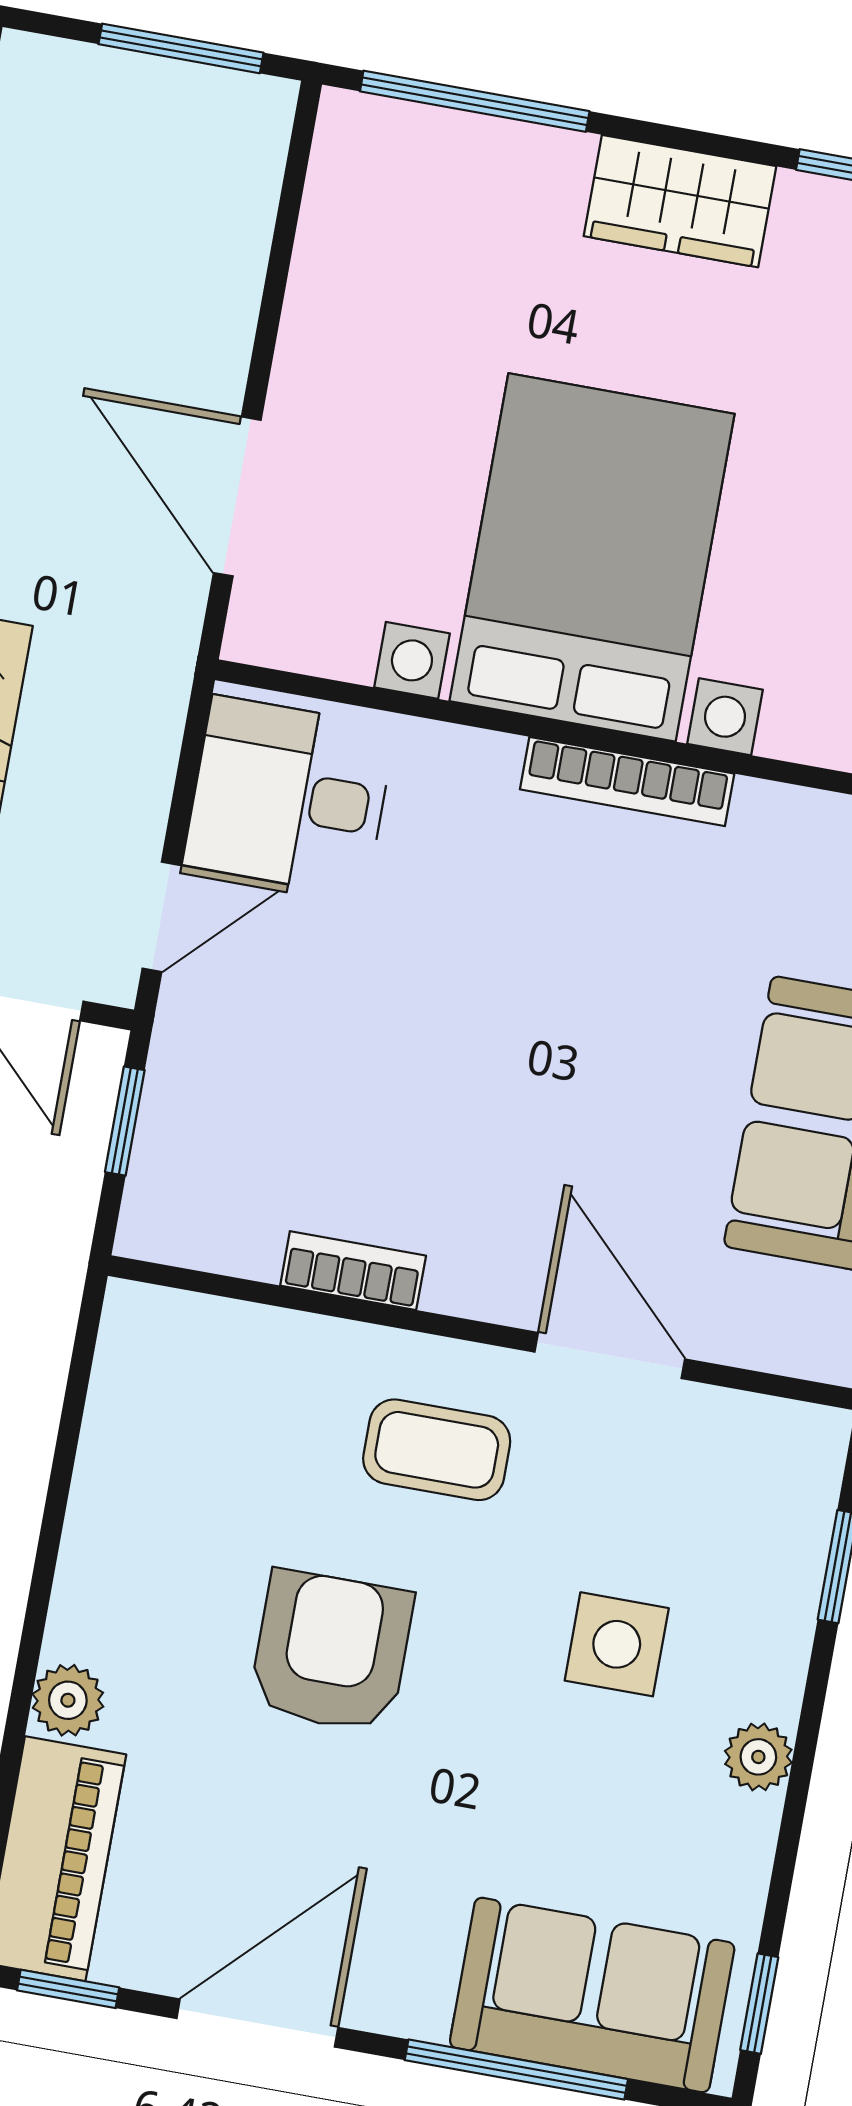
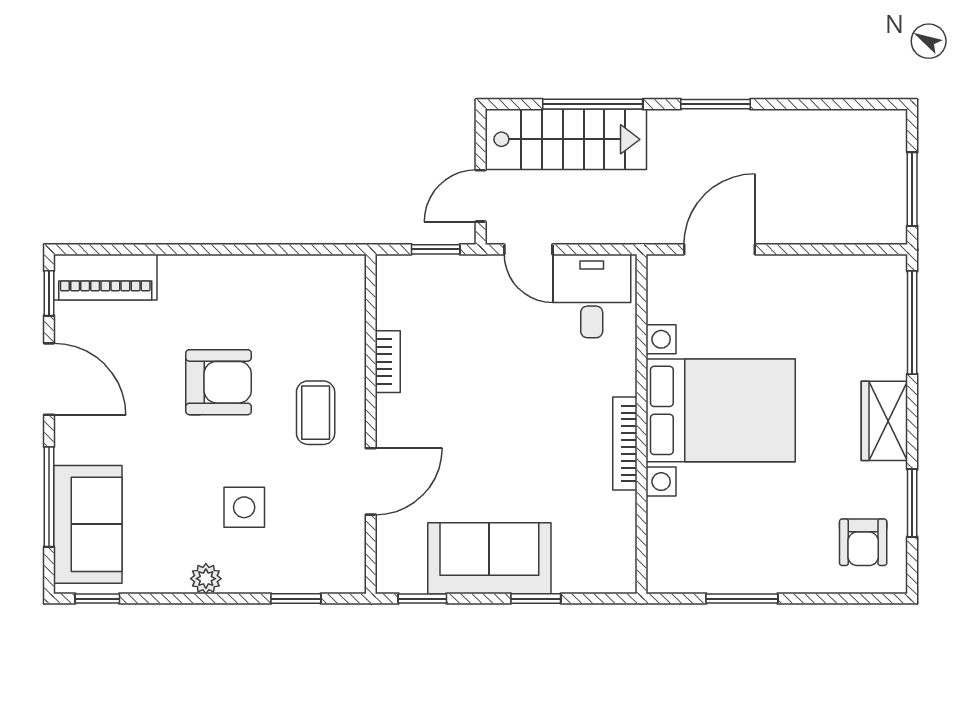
plant: (68, 1700) -> (176, 270), removed

